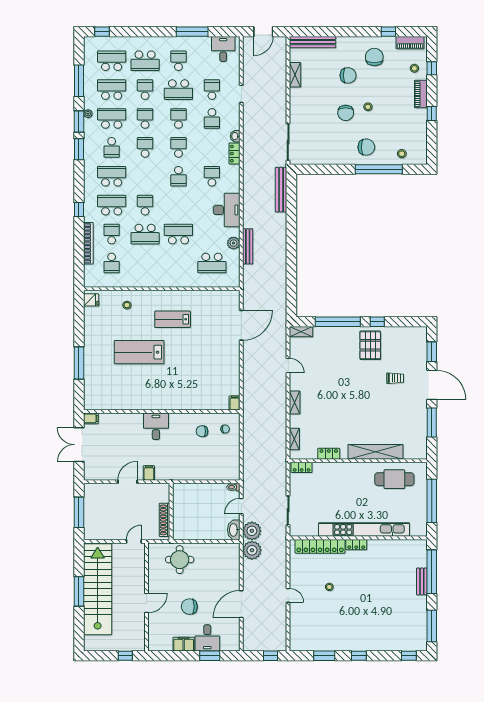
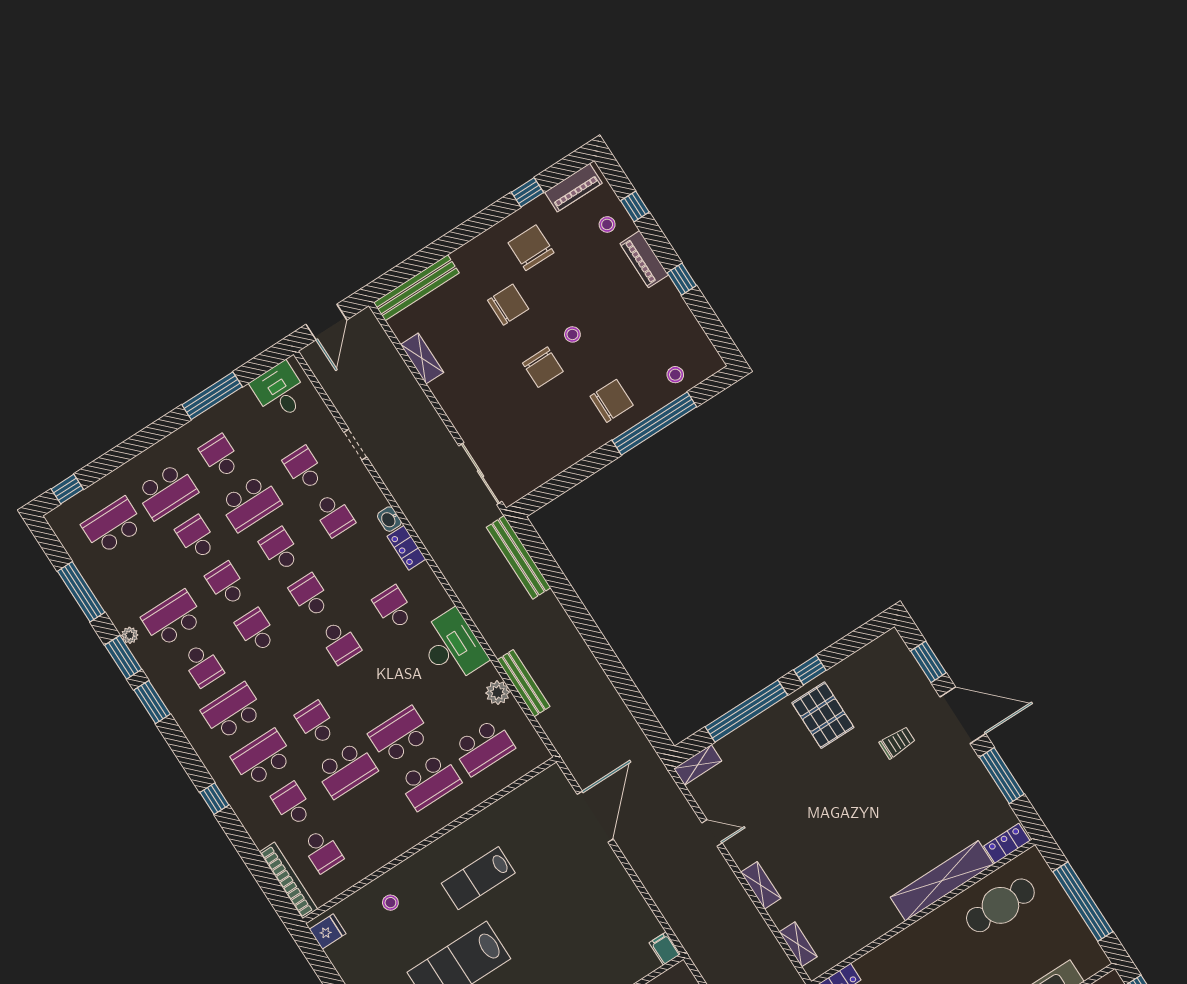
school desk: (112, 90) -> (430, 782), moved, turned 180
bookcase: (88, 243) -> (288, 880), moved
locker: (329, 454) -> (1007, 843), moved

